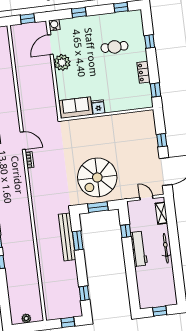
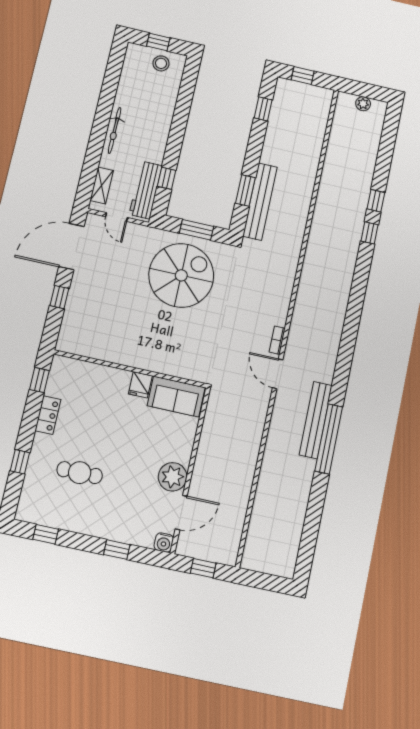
workbench: (139, 249) -> (146, 190), moved
stool: (153, 299) -> (161, 63), added

